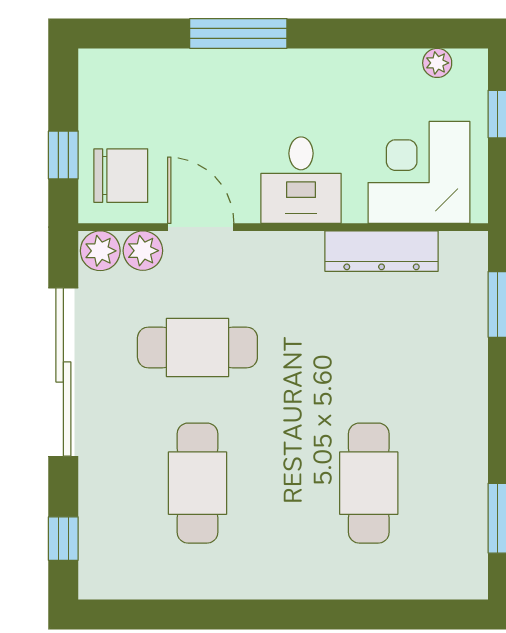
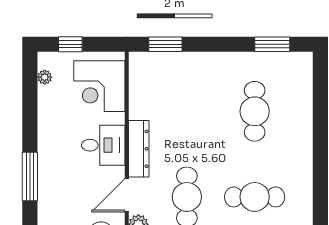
dresser: (382, 251) -> (139, 149), moved
cafe table: (369, 483) -> (255, 111), turned 90

